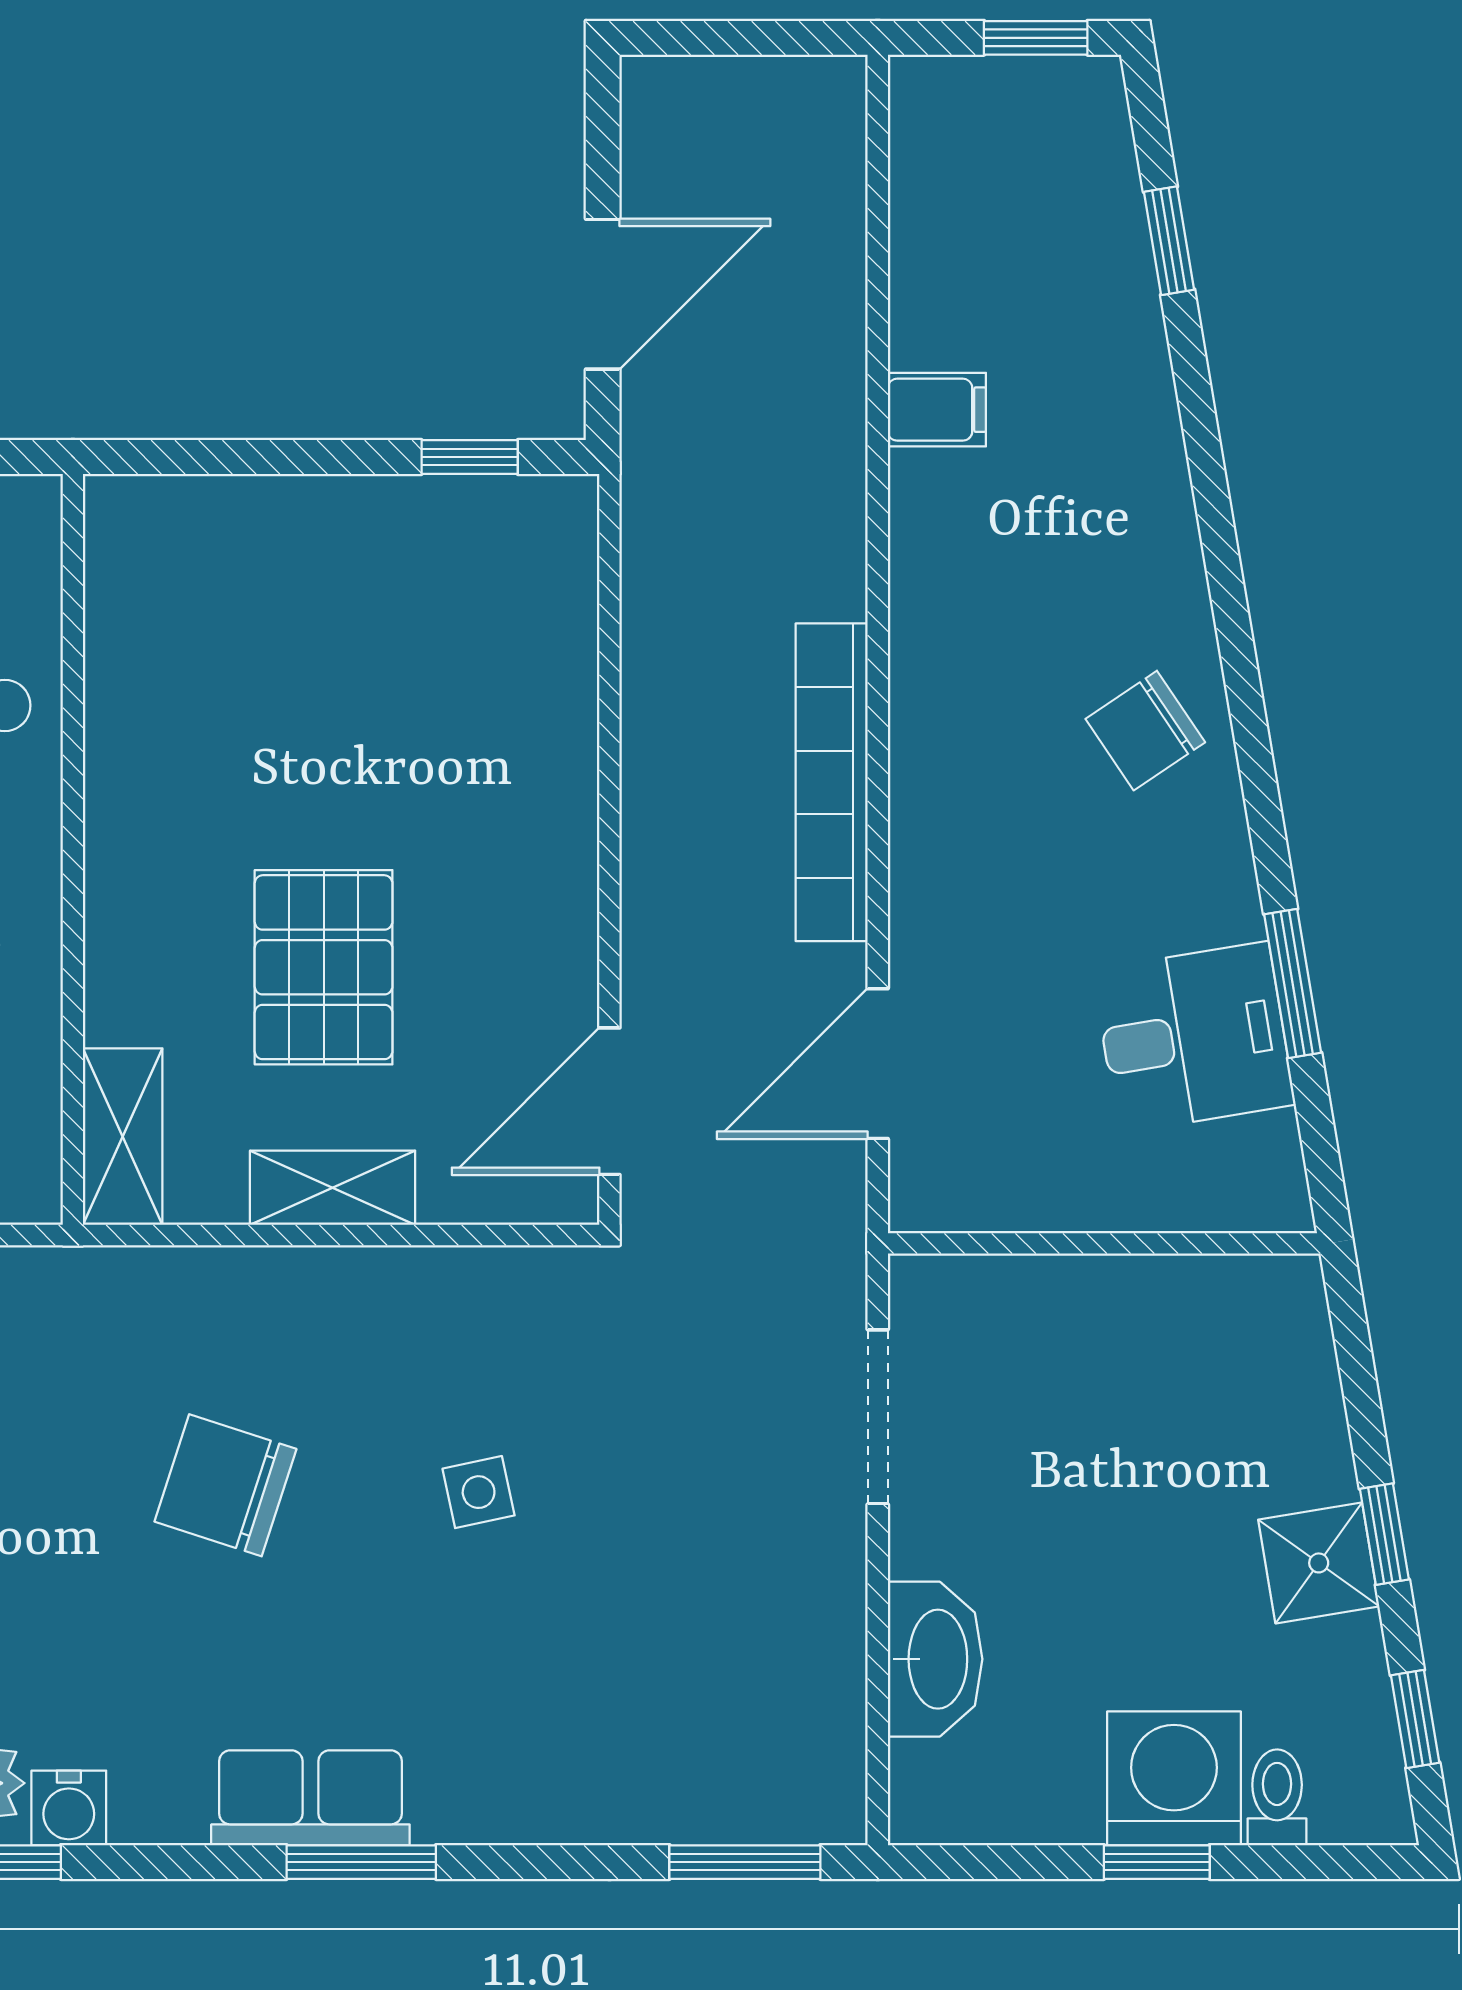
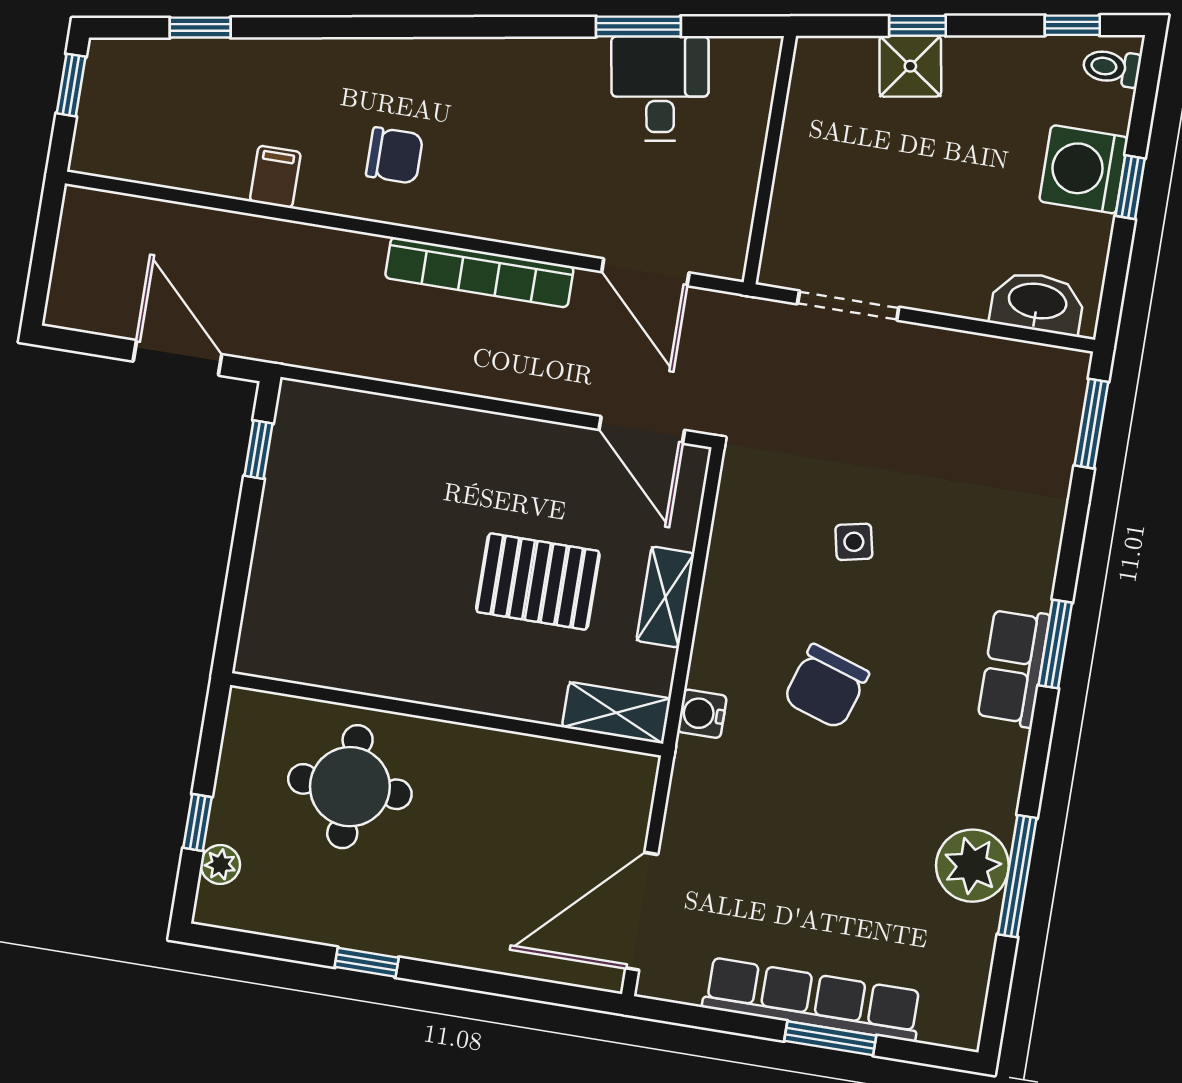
chair: (1145, 731) -> (394, 155), moved, turned -56
window: (1384, 1534) -> (917, 26), moved
shower: (1319, 1563) -> (910, 66), moved
washbasin: (935, 1659) -> (1037, 303), moved
toilet: (1277, 1797) -> (1112, 67), moved
water cooler: (69, 1808) -> (702, 714), moved, turned 180

